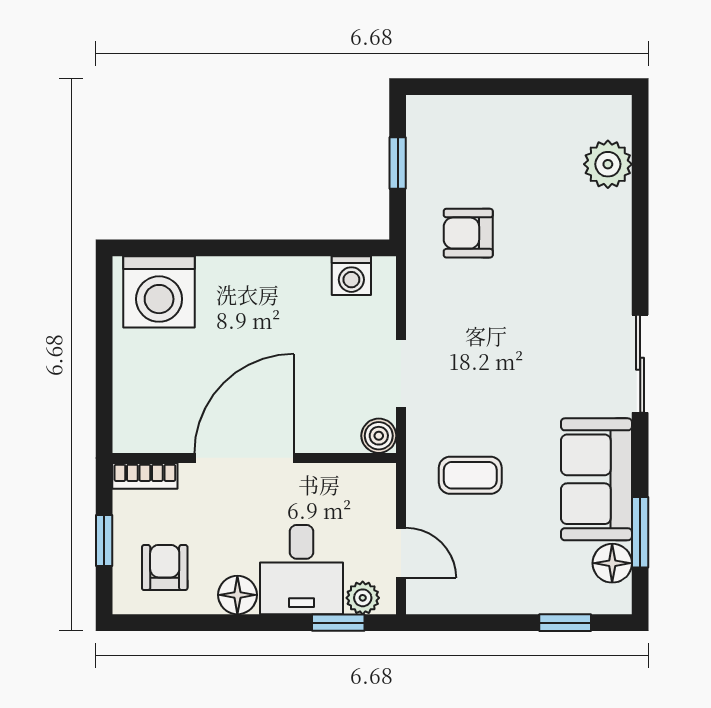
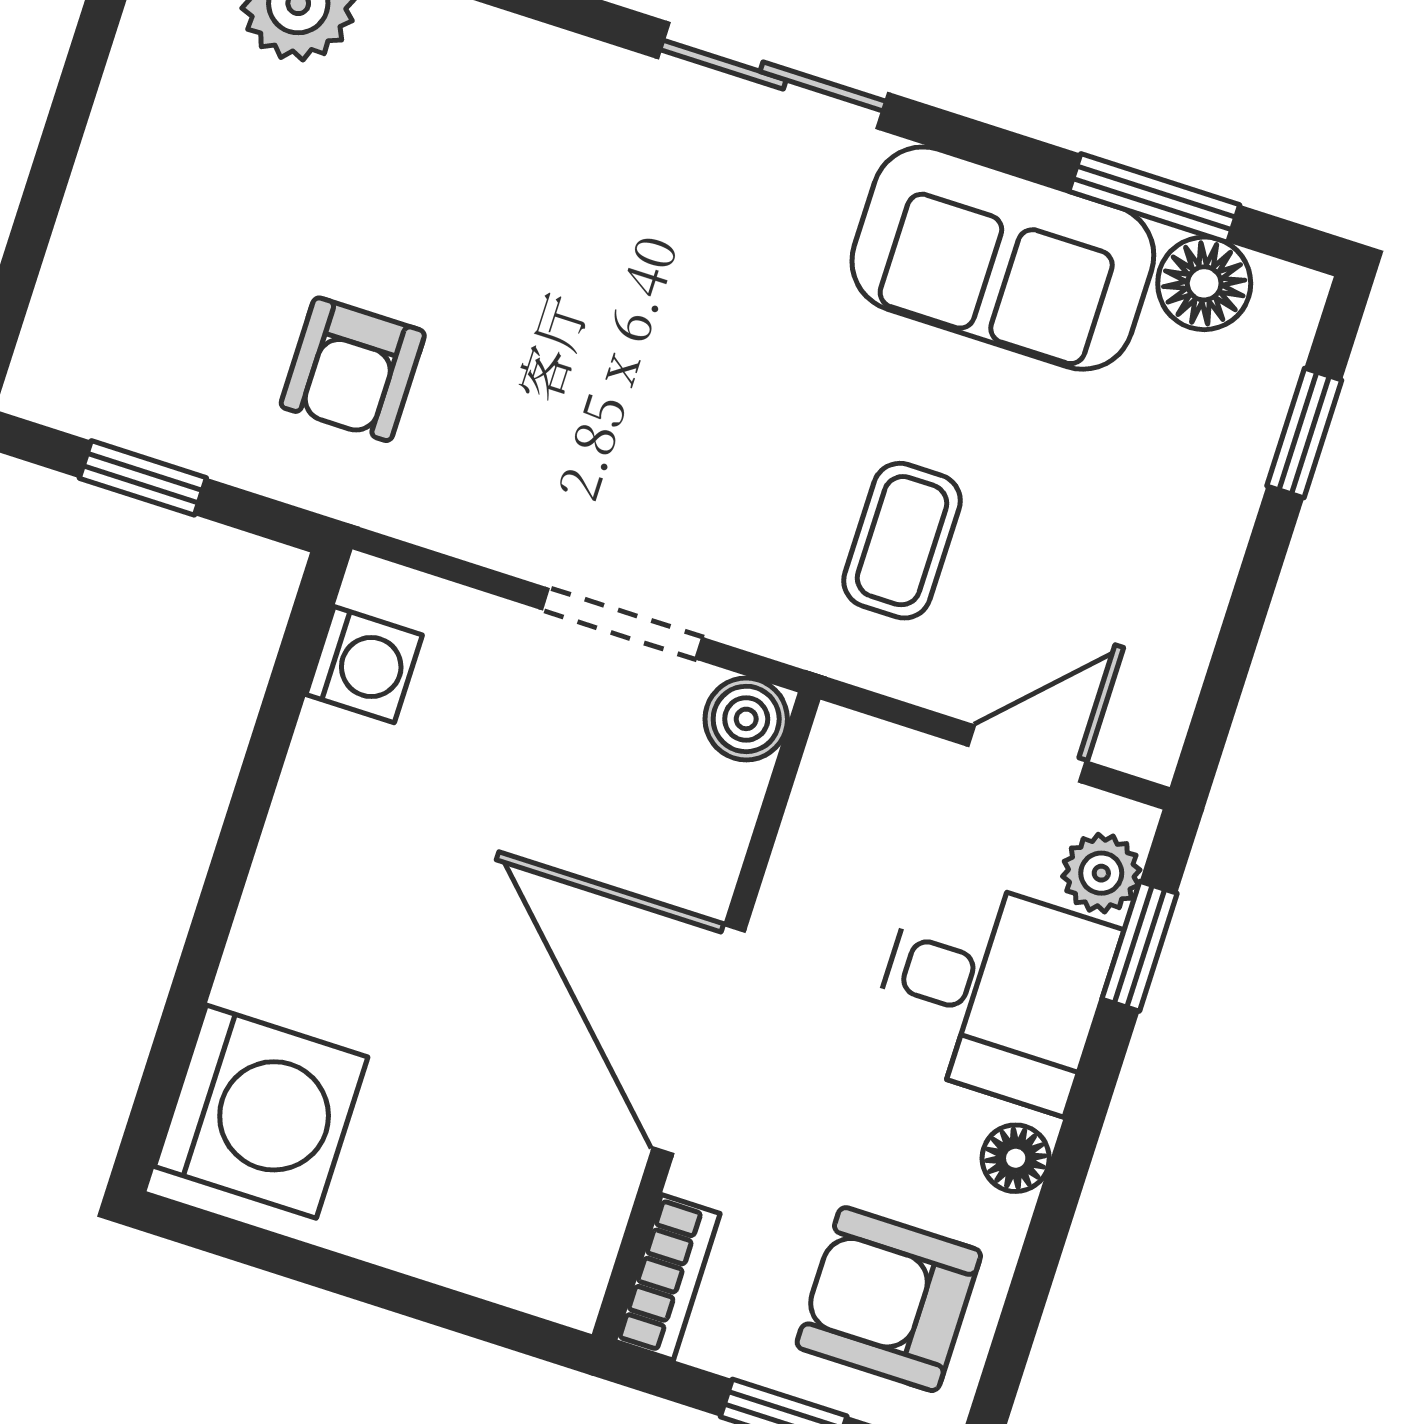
armchair: (165, 568) -> (889, 1299), width x1.38, depth x1.38
floor lamp: (237, 595) -> (1016, 1158), width x0.73, depth x0.73

